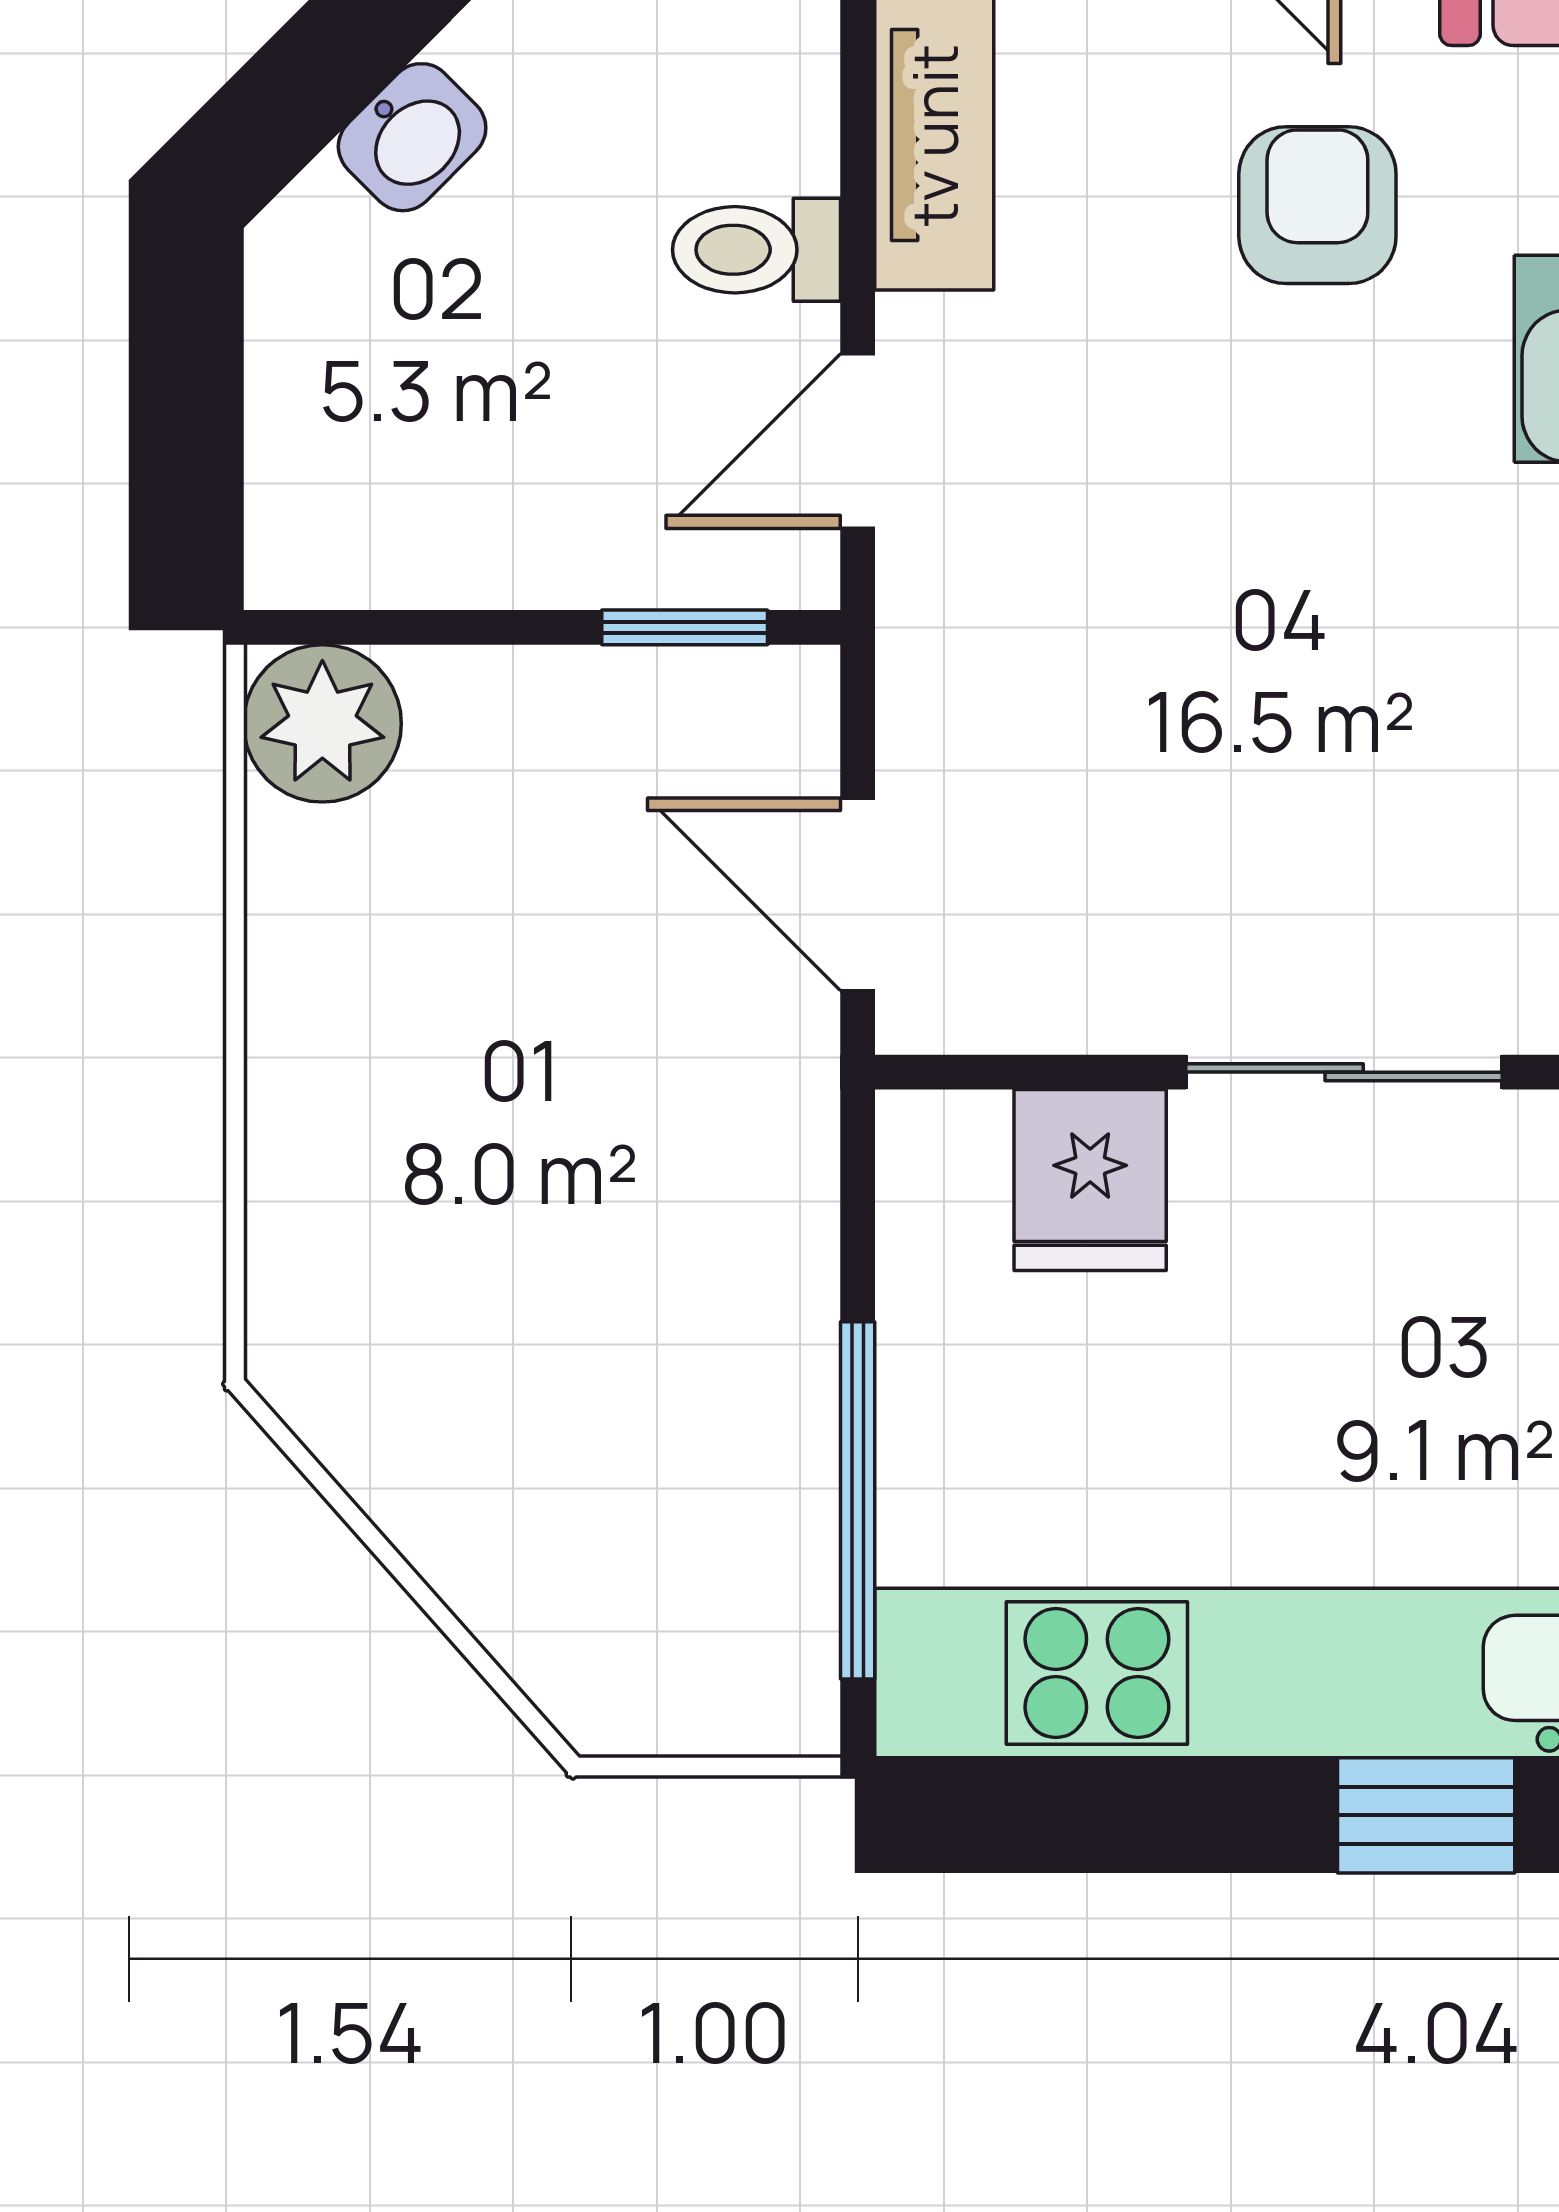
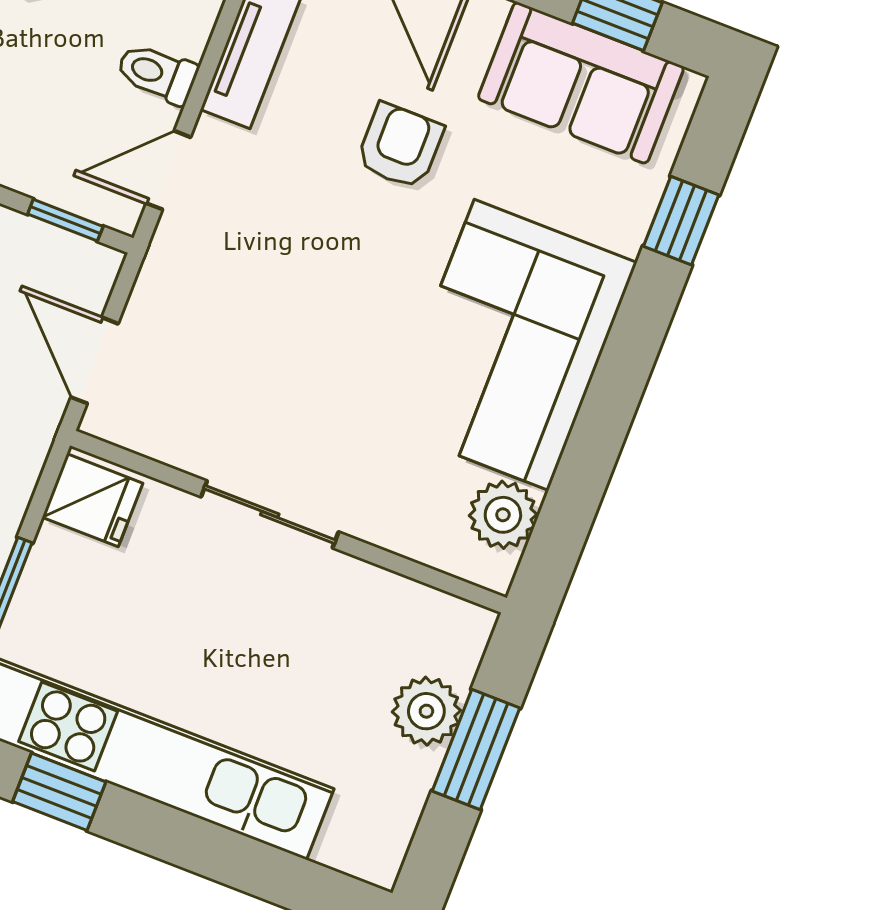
fridge: (1090, 1180) -> (92, 500), moved, turned -90
window: (1426, 1815) -> (59, 792), moved

